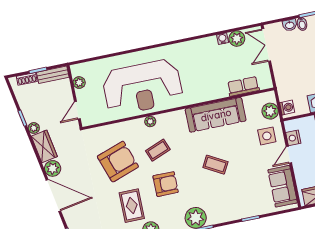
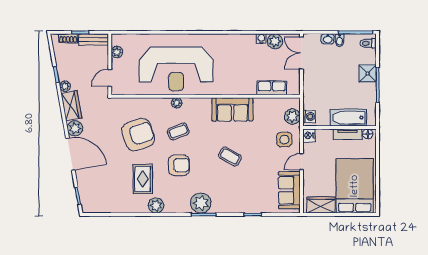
sofa: (216, 115) -> (232, 109), width x0.73
nightstand: (293, 138) -> (309, 136), moved

